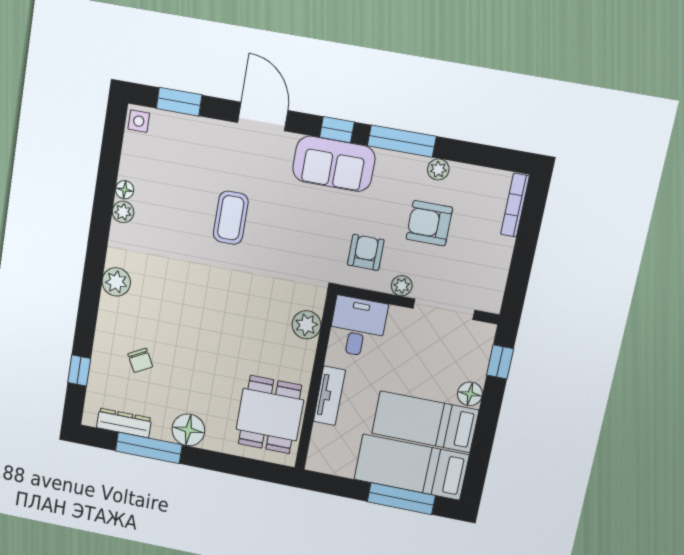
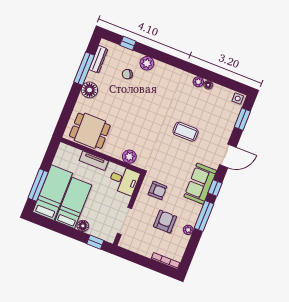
plant: (116, 282) -> (147, 63), moved
plant: (402, 286) -> (139, 204), removed

